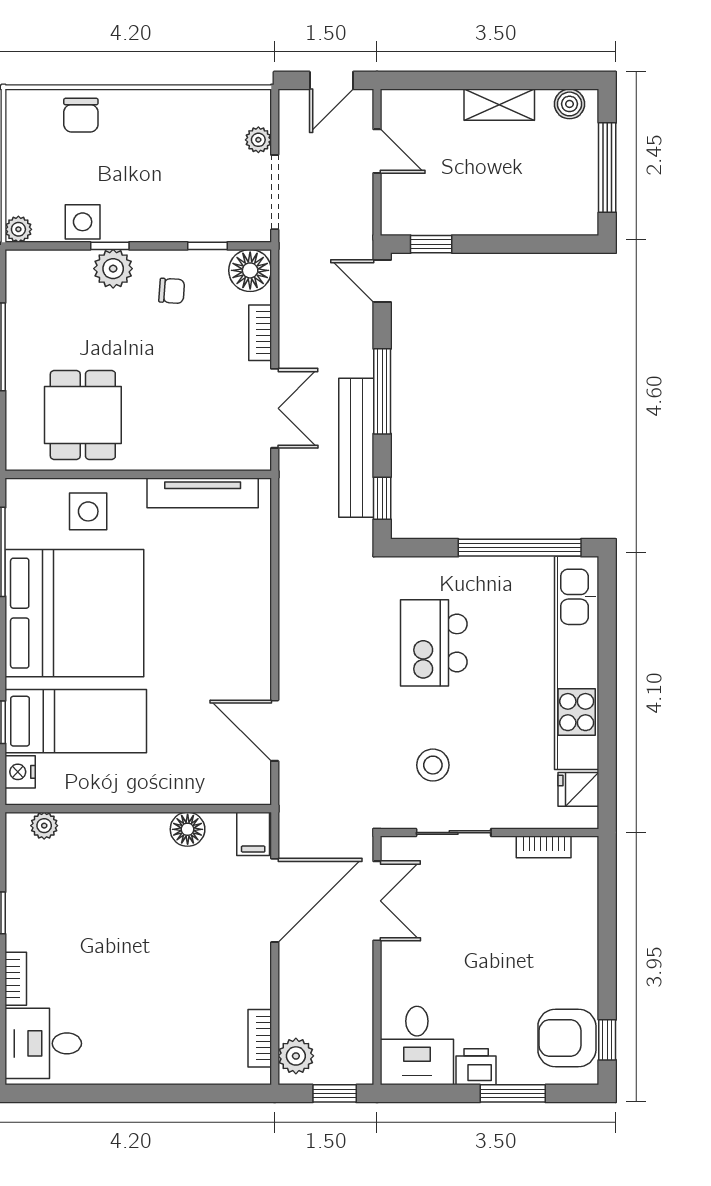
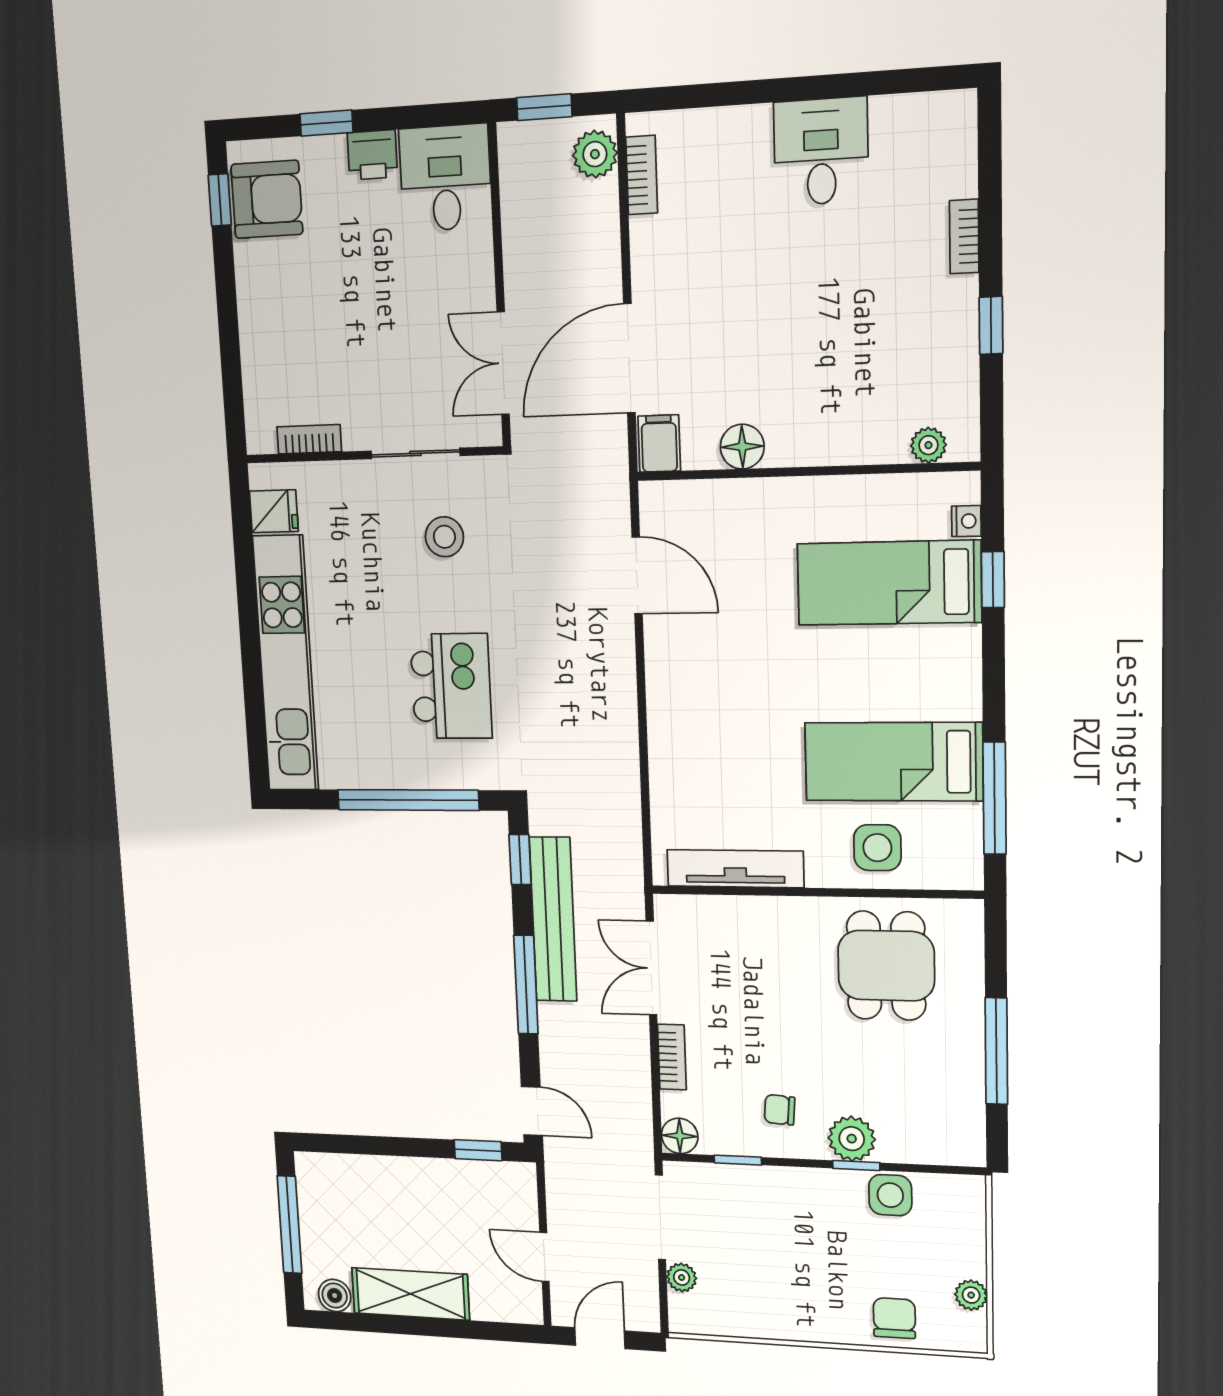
shelving: (499, 105) -> (411, 1294), width x1.50, depth x1.33
plant: (18, 229) -> (971, 1295), moved
floor lamp: (250, 270) -> (680, 1136), width x0.73, depth x0.73
window: (520, 548) -> (408, 800), moved
bed: (74, 613) -> (894, 762), width x0.49
nightstand: (20, 772) -> (966, 521), width x0.72, depth x0.74
desk: (43, 1043) -> (821, 152), moved, turned -90
window: (513, 1093) -> (326, 123), width x0.67

